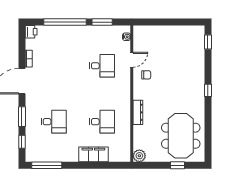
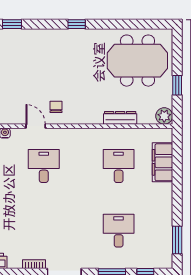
dresser: (138, 112) -> (120, 118), moved
filing cabinet: (93, 154) -> (162, 162), moved
window: (47, 165) -> (177, 240), width x0.69
window: (177, 165) -> (177, 85), moved

